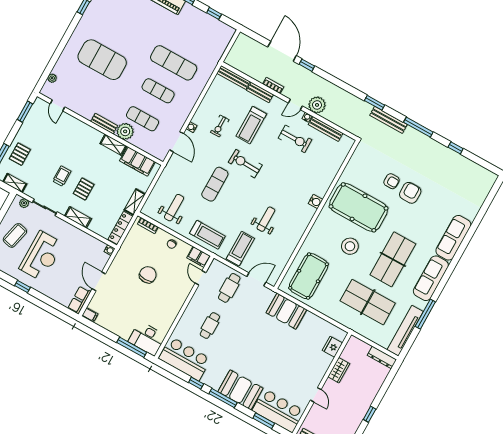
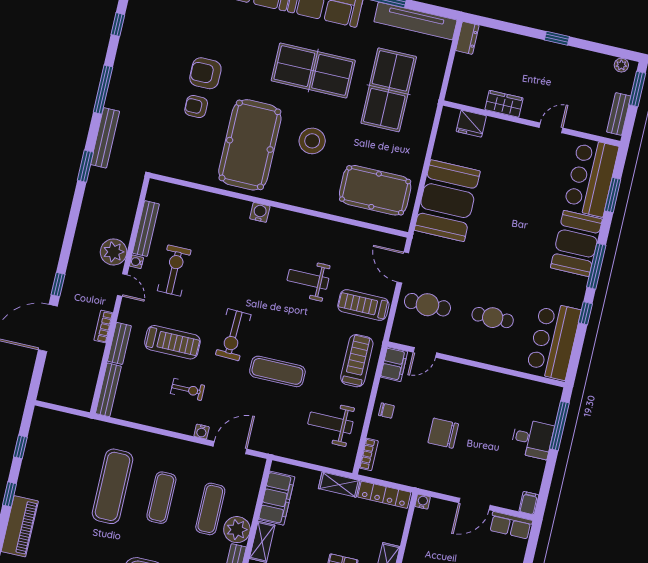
armchair: (392, 181) -> (196, 107), turned -90
booth: (286, 311) -> (447, 201), width x1.36, depth x1.42
desk: (147, 338) -> (532, 439), moved, width x0.73
dresser: (382, 357) -> (467, 38), width x0.70

